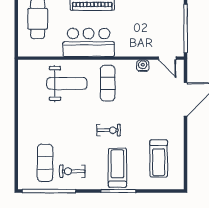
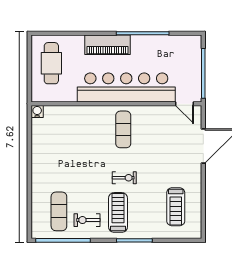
bar counter: (89, 42) -> (126, 87), width x1.86
water cooler: (143, 66) -> (37, 111), moved
weight bench: (67, 83) -> (81, 130), removed
treadmill: (117, 168) -> (118, 212), moved

